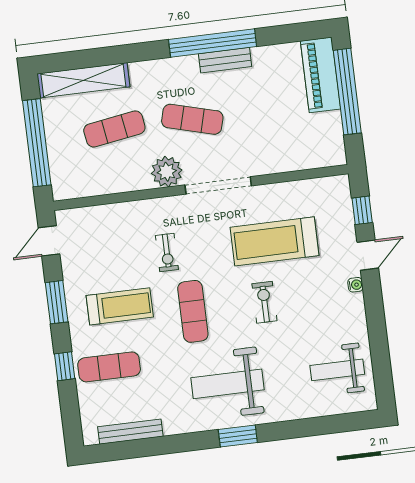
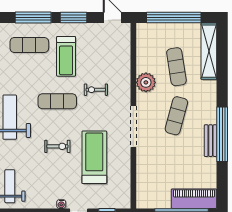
plant: (167, 172) -> (146, 82), moved
window: (65, 366) -> (33, 18), width x2.17
exercise mat: (109, 367) -> (29, 45), turned 90

